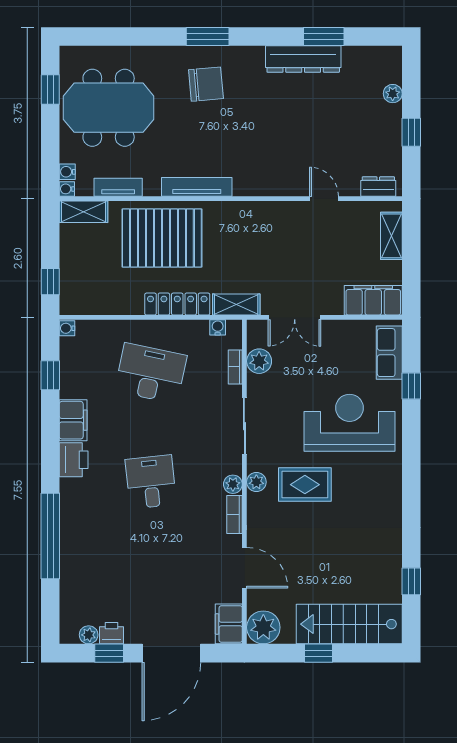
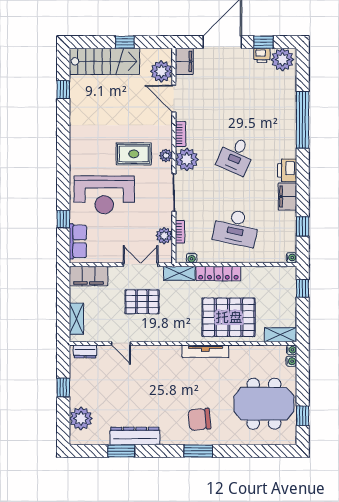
plant: (393, 94) -> (81, 418), width x1.88, depth x1.88
tv unit: (118, 187) -> (258, 351), removed
pallet: (292, 261) -> (142, 302), added
desk: (151, 482) -> (236, 156), turned 30
plant: (233, 484) -> (187, 159), width x1.88, depth x1.88
plant: (263, 627) -> (161, 71), moved
plant: (89, 635) -> (282, 60), width x1.88, depth x1.88

